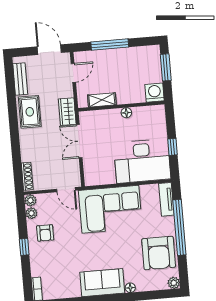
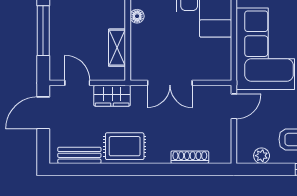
wardrobe: (67, 112) -> (112, 96), moved
shoe rack: (27, 176) -> (190, 157), moved
plant: (30, 200) -> (244, 156), removed

